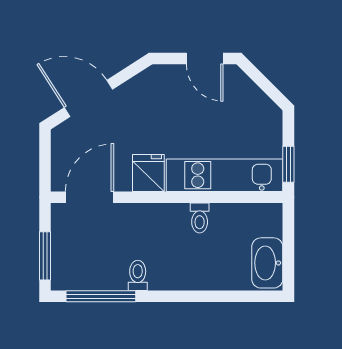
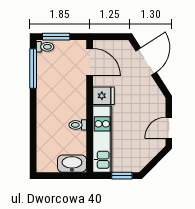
window: (288, 164) -> (122, 176), moved
washbasin: (267, 263) -> (72, 164), moved
toilet: (138, 275) -> (45, 47), moved

